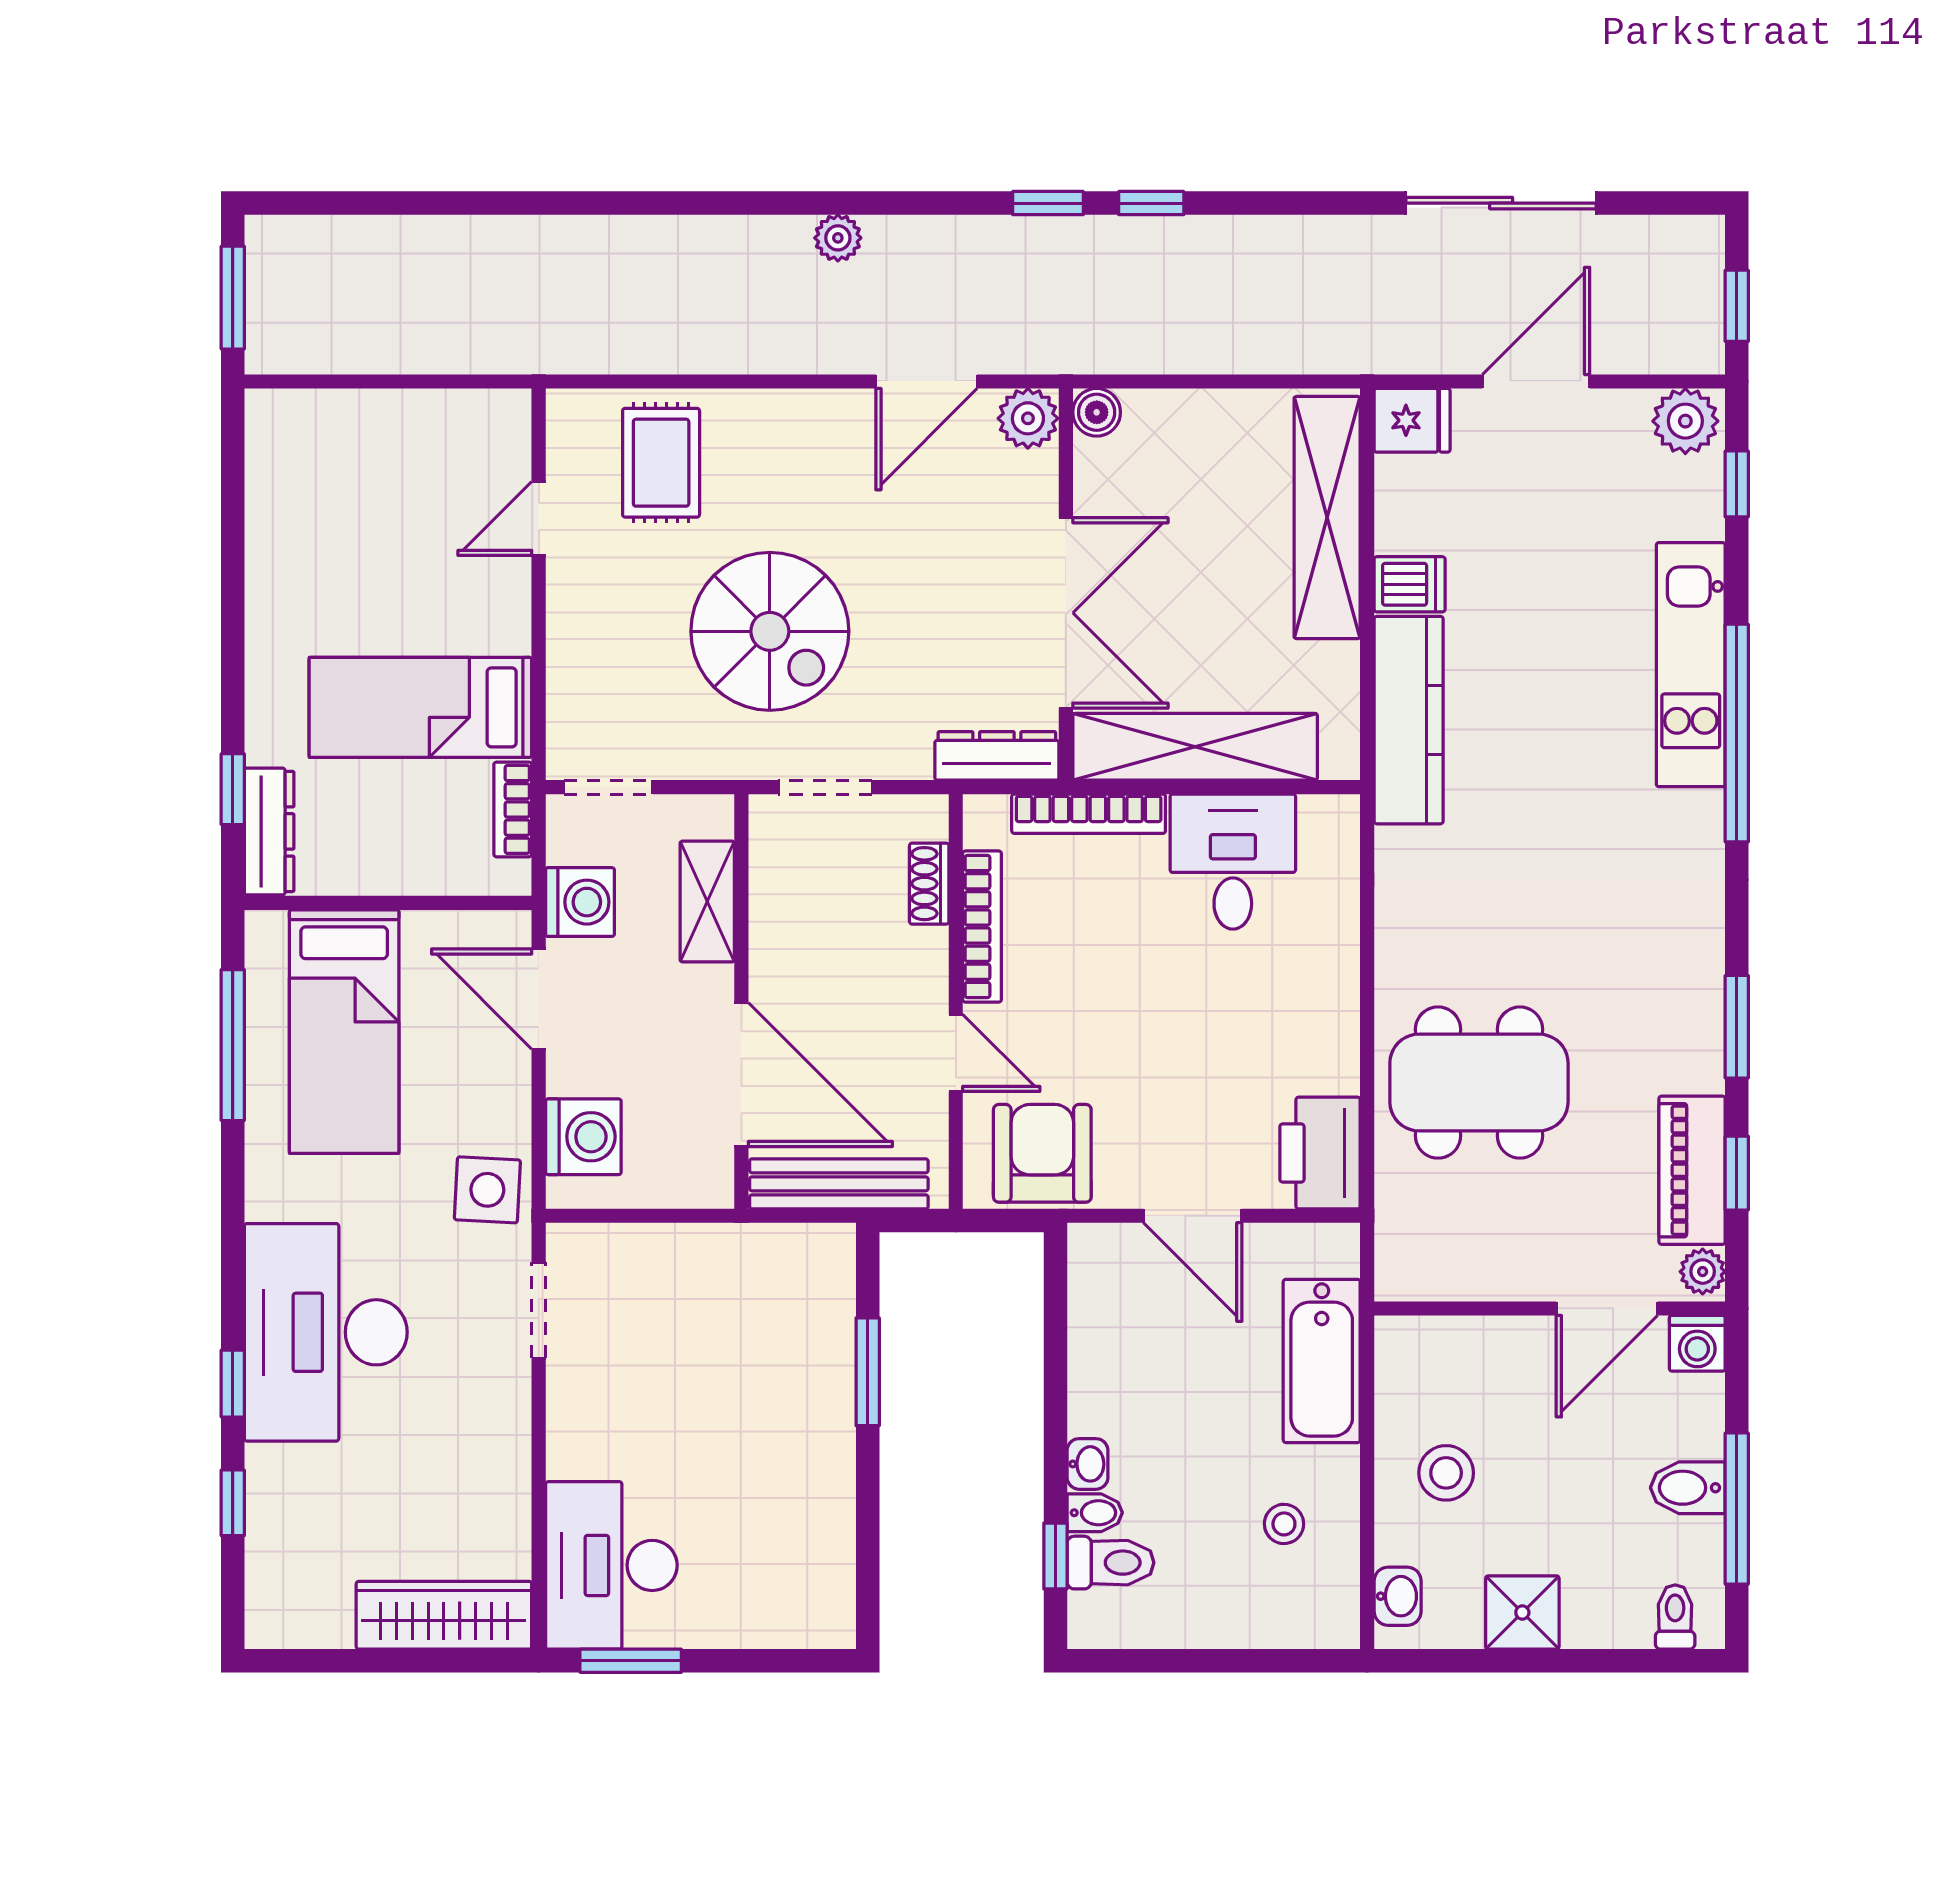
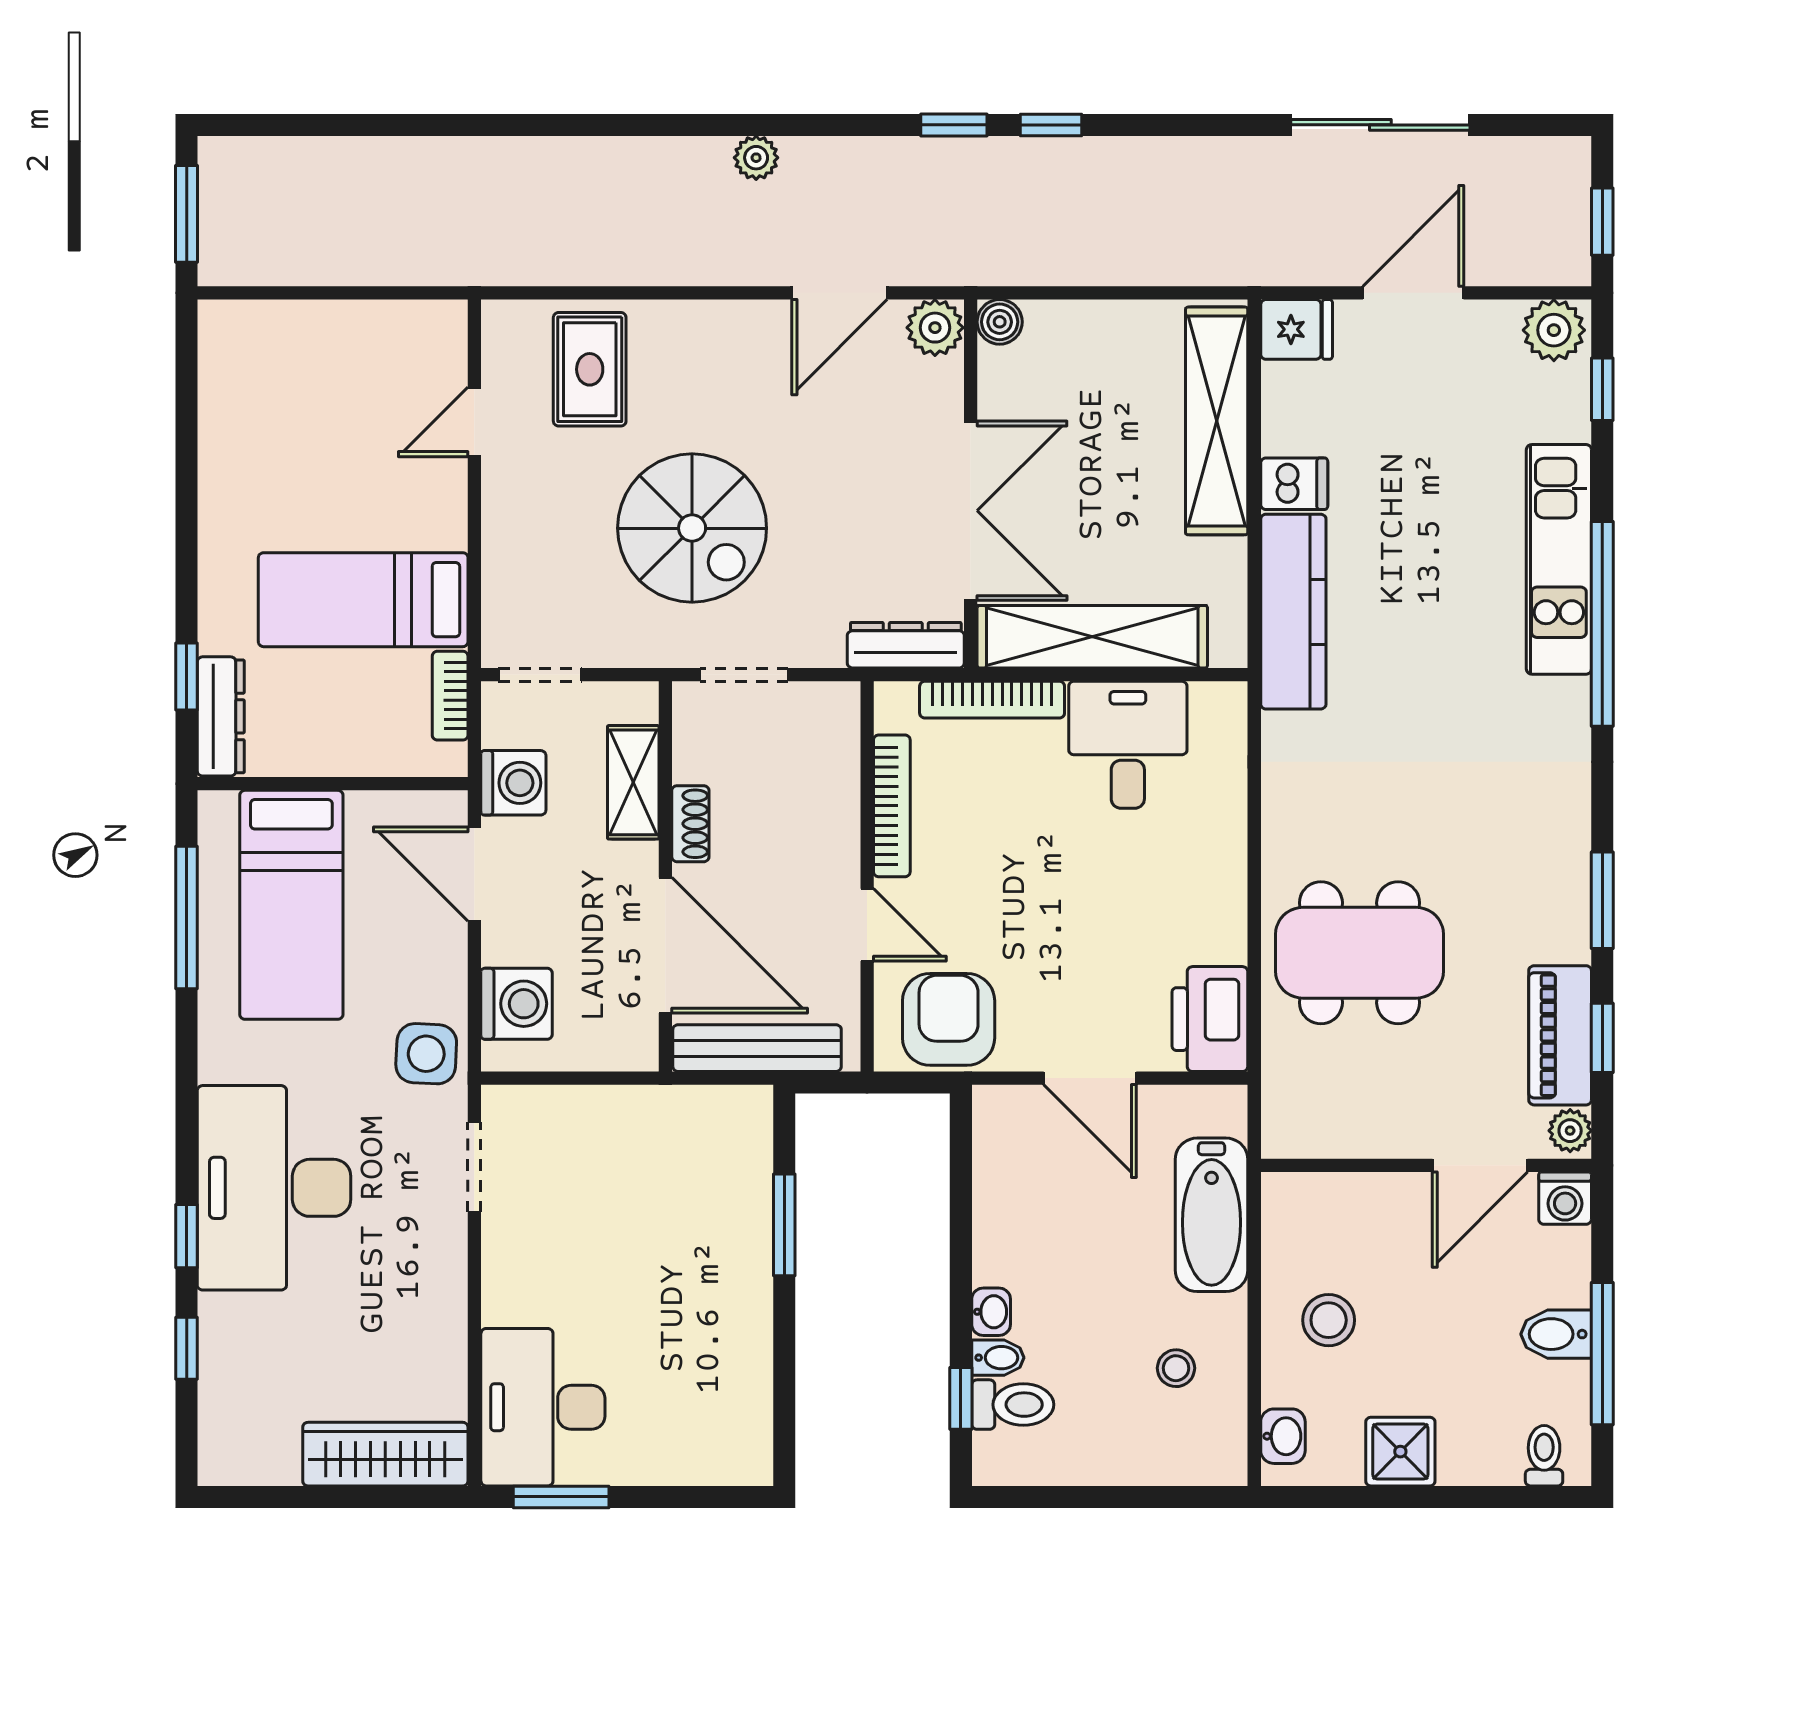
shoe rack: (929, 884) -> (690, 824), moved, turned 180

